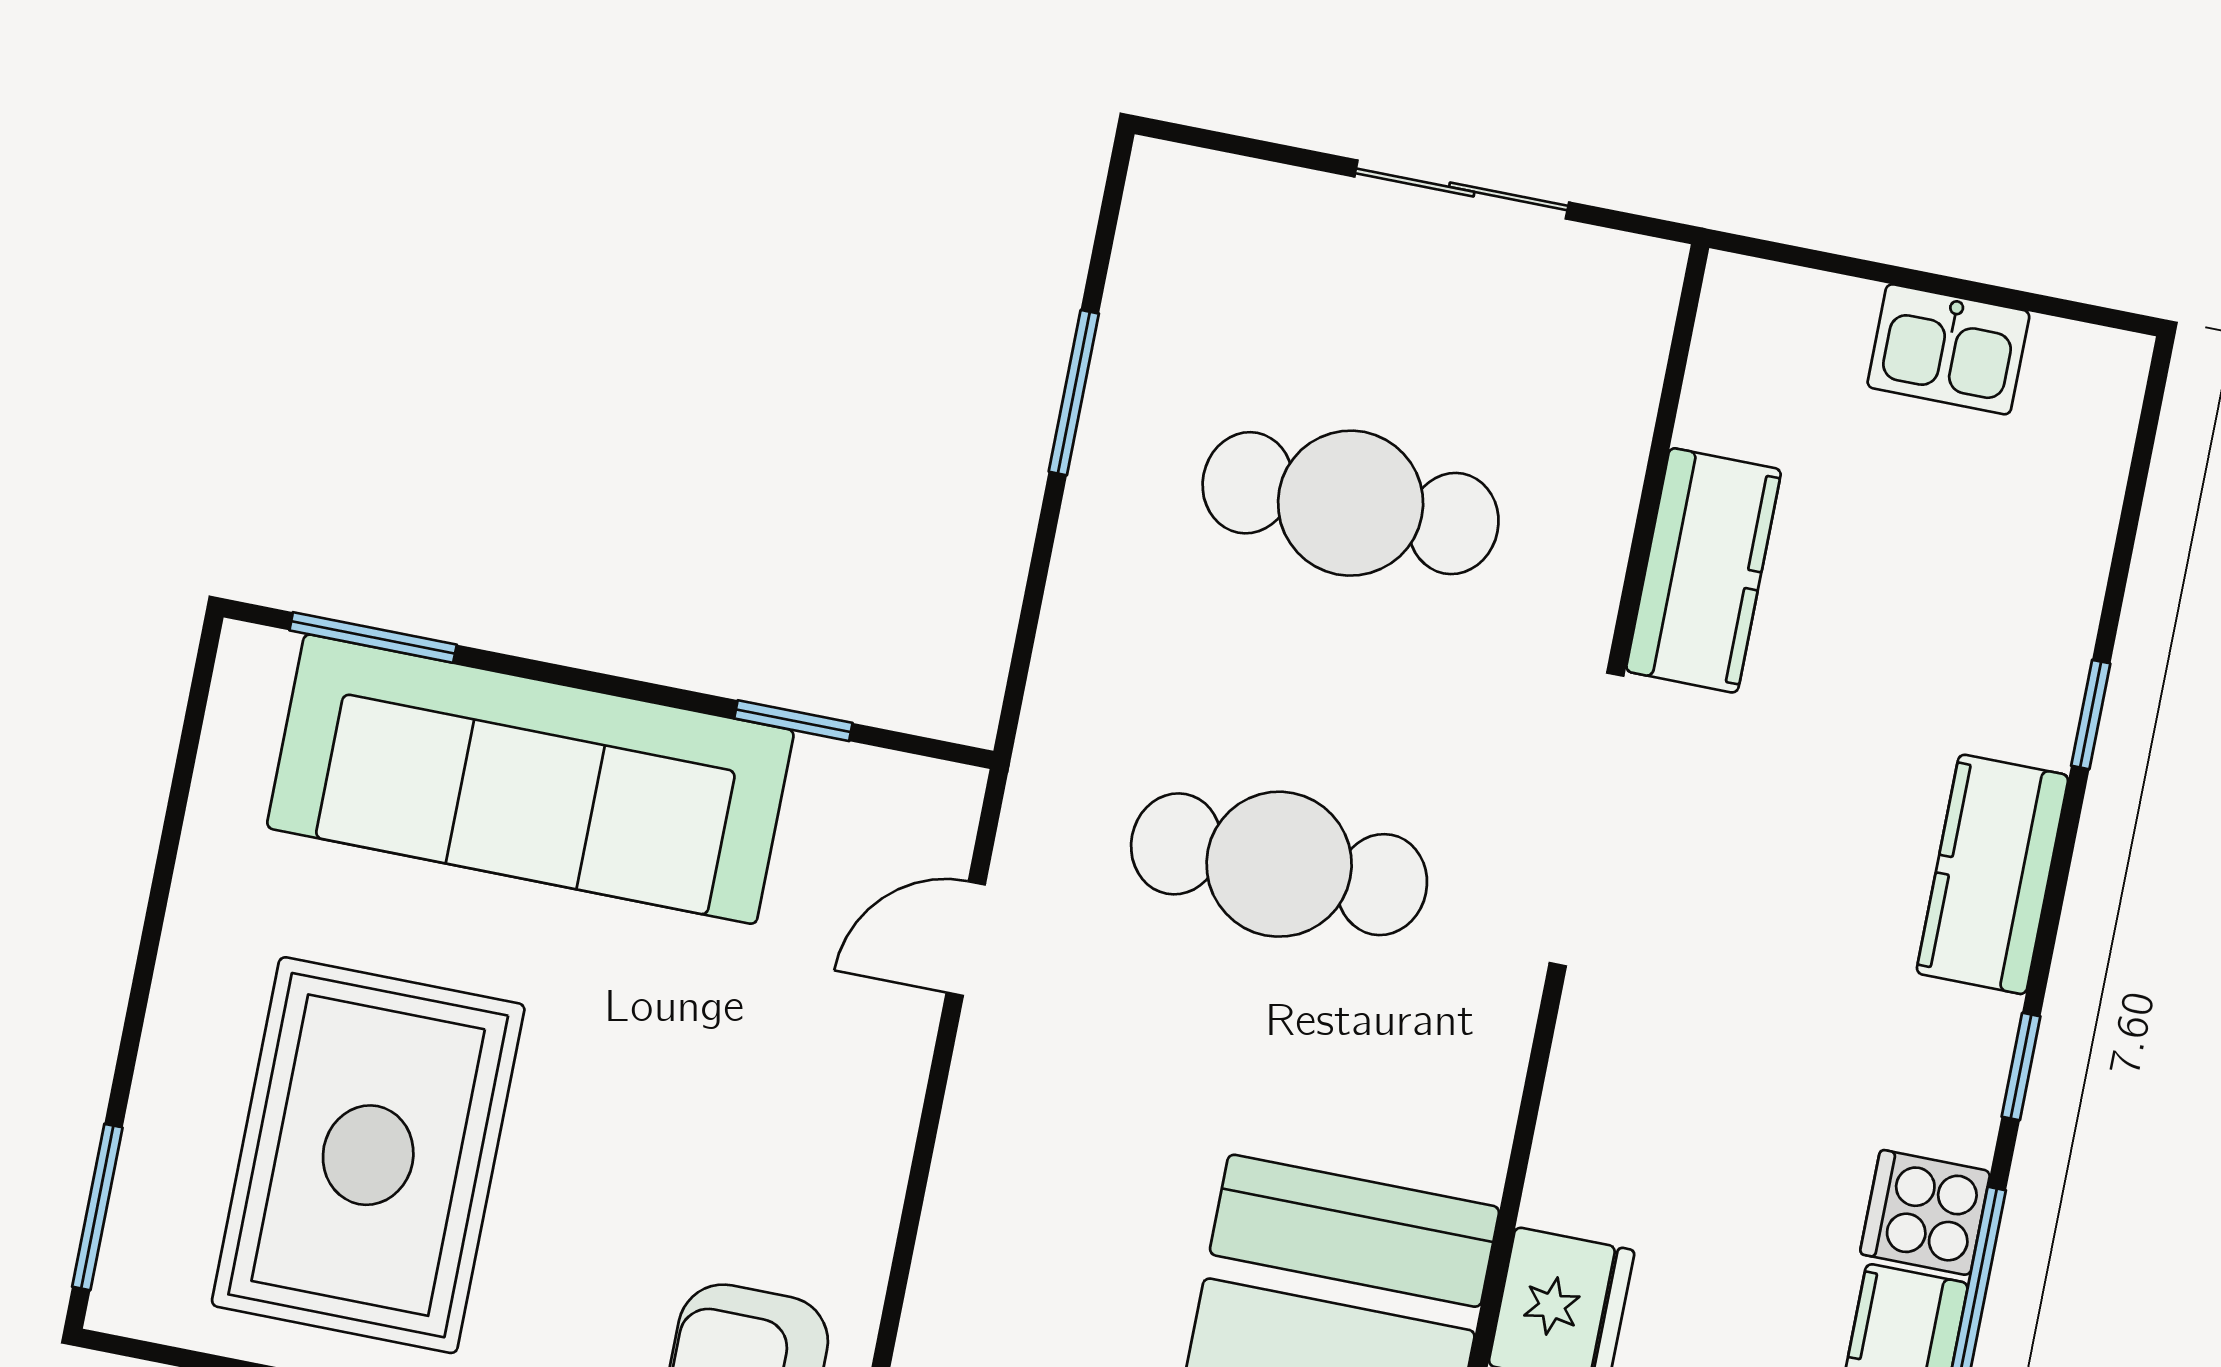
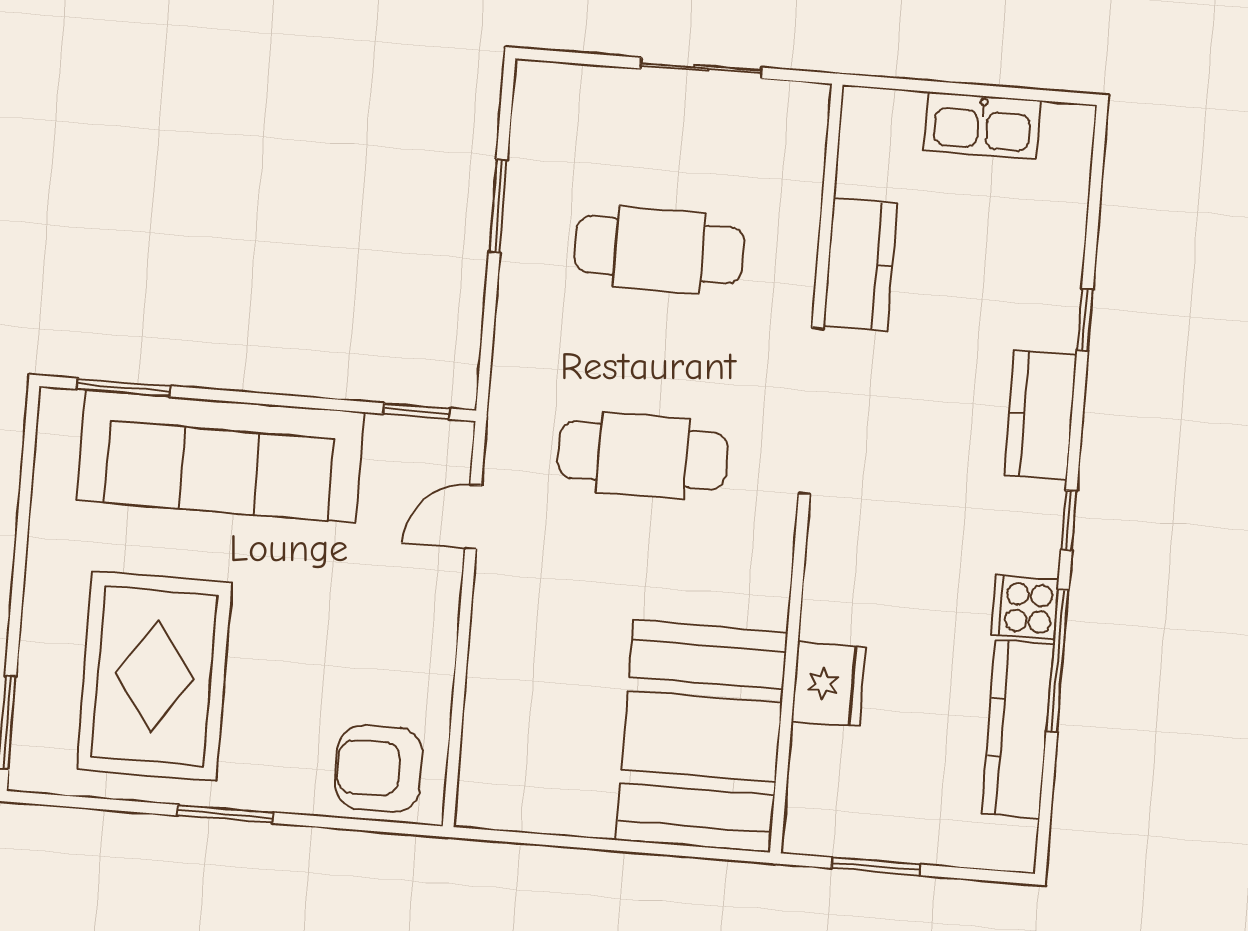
kitchen sink: (1948, 349) -> (982, 126), width x1.38
window: (793, 721) -> (417, 411), moved

